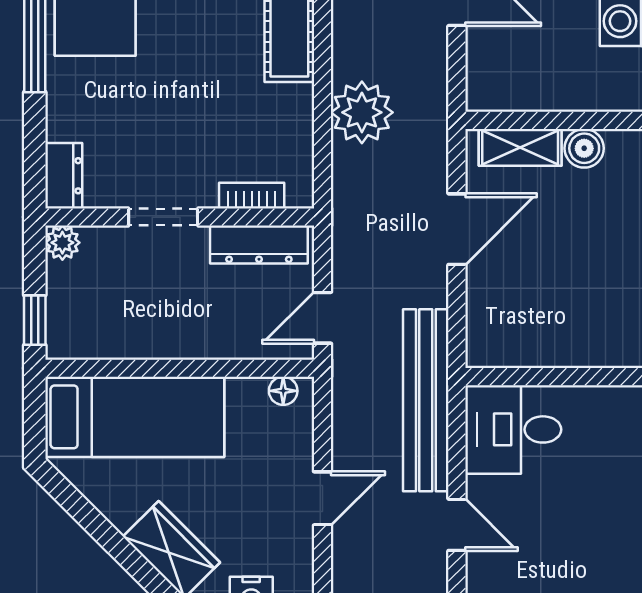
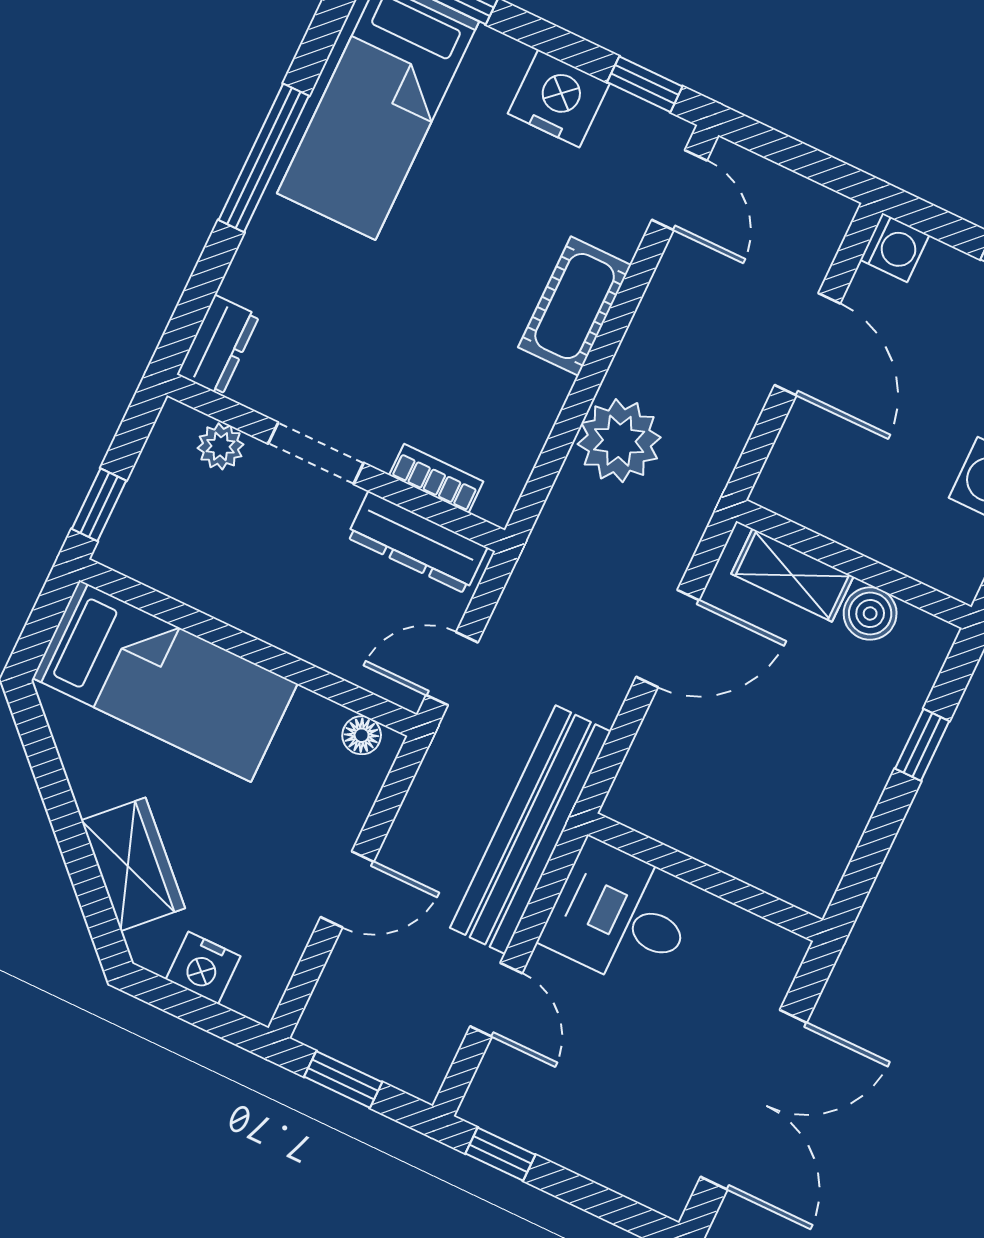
plant: (62, 243) -> (221, 446), moved

